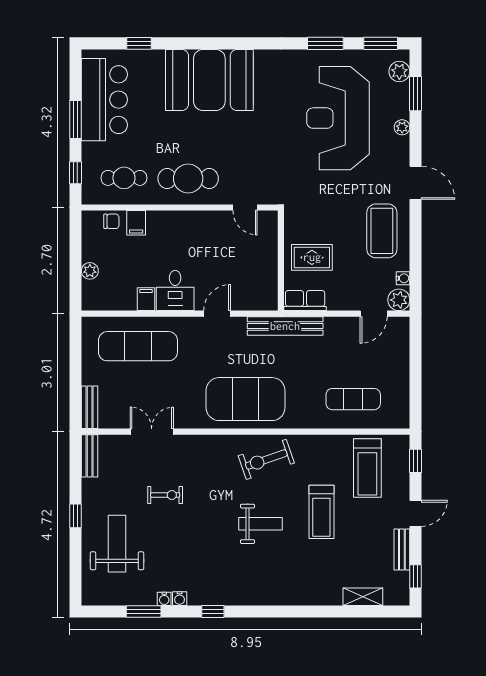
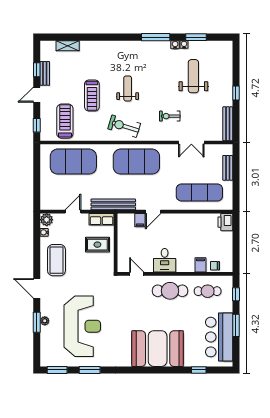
plant: (399, 71) -> (46, 354), removed
window: (416, 94) -> (37, 322), moved
plant: (90, 271) -> (228, 237), removed
desk: (175, 290) -> (165, 260), moved, turned 180
printer: (94, 296) -> (225, 222), added
filing cabinet: (146, 299) -> (140, 220), moved
door: (374, 314) -> (73, 212), moved
exercise mat: (353, 399) -> (73, 162), width x2.00, depth x1.45
bench: (90, 407) -> (228, 168), moved
bench: (90, 456) -> (228, 124), width x1.36
exercise bike: (266, 459) -> (124, 126), turned -144
exercise bike: (165, 495) -> (170, 116), moved
treadmill: (321, 512) -> (92, 95), turned 180
weight bench: (260, 524) -> (128, 88), turned 90
weight bench: (117, 544) -> (193, 76), moved, turned 180
window: (416, 576) -> (37, 70), moved
window: (213, 612) -> (156, 37), width x2.17

